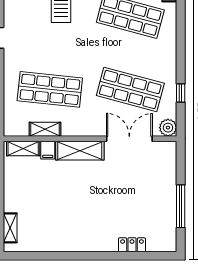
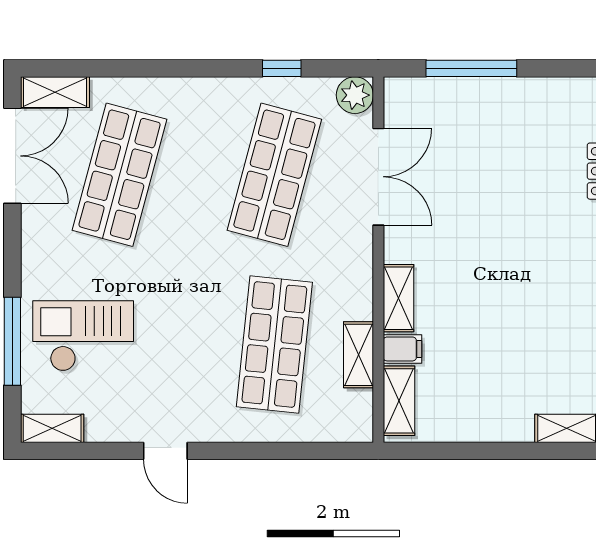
double door: (129, 139) -> (378, 177), swing flipped
shelving: (80, 151) -> (398, 298), width x0.67, depth x0.75
window: (181, 206) -> (471, 68), moved

